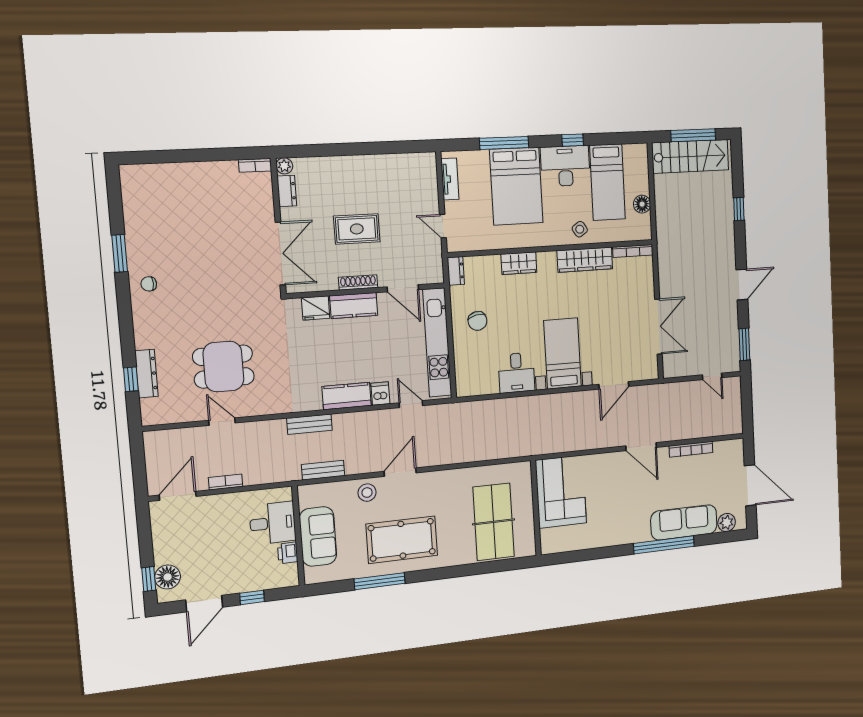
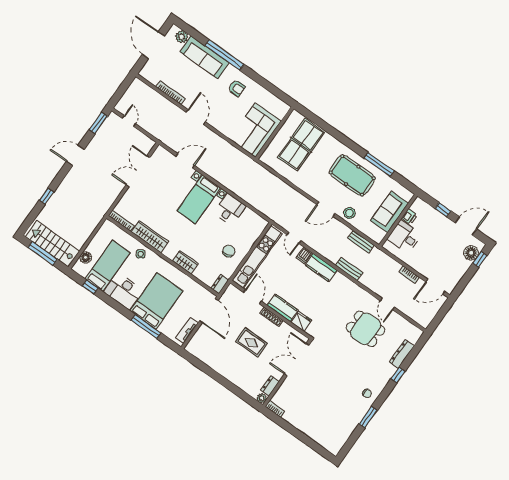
window: (573, 140) -> (90, 287), moved
floor lamp: (642, 204) -> (86, 257), moved
door: (443, 226) -> (209, 311), width x1.87
window: (131, 379) -> (398, 375), moved
armchair: (621, 520) -> (237, 88), added

